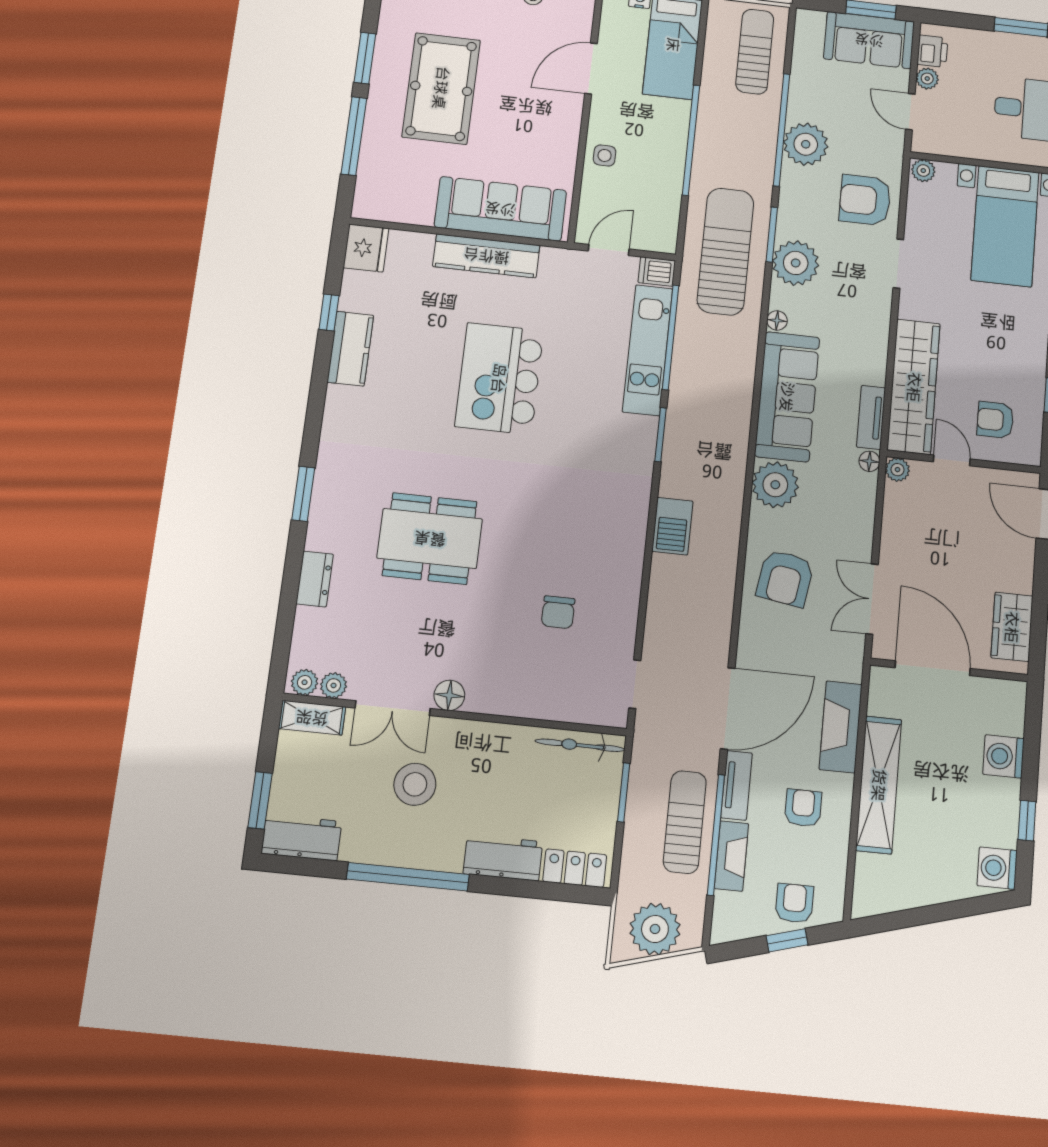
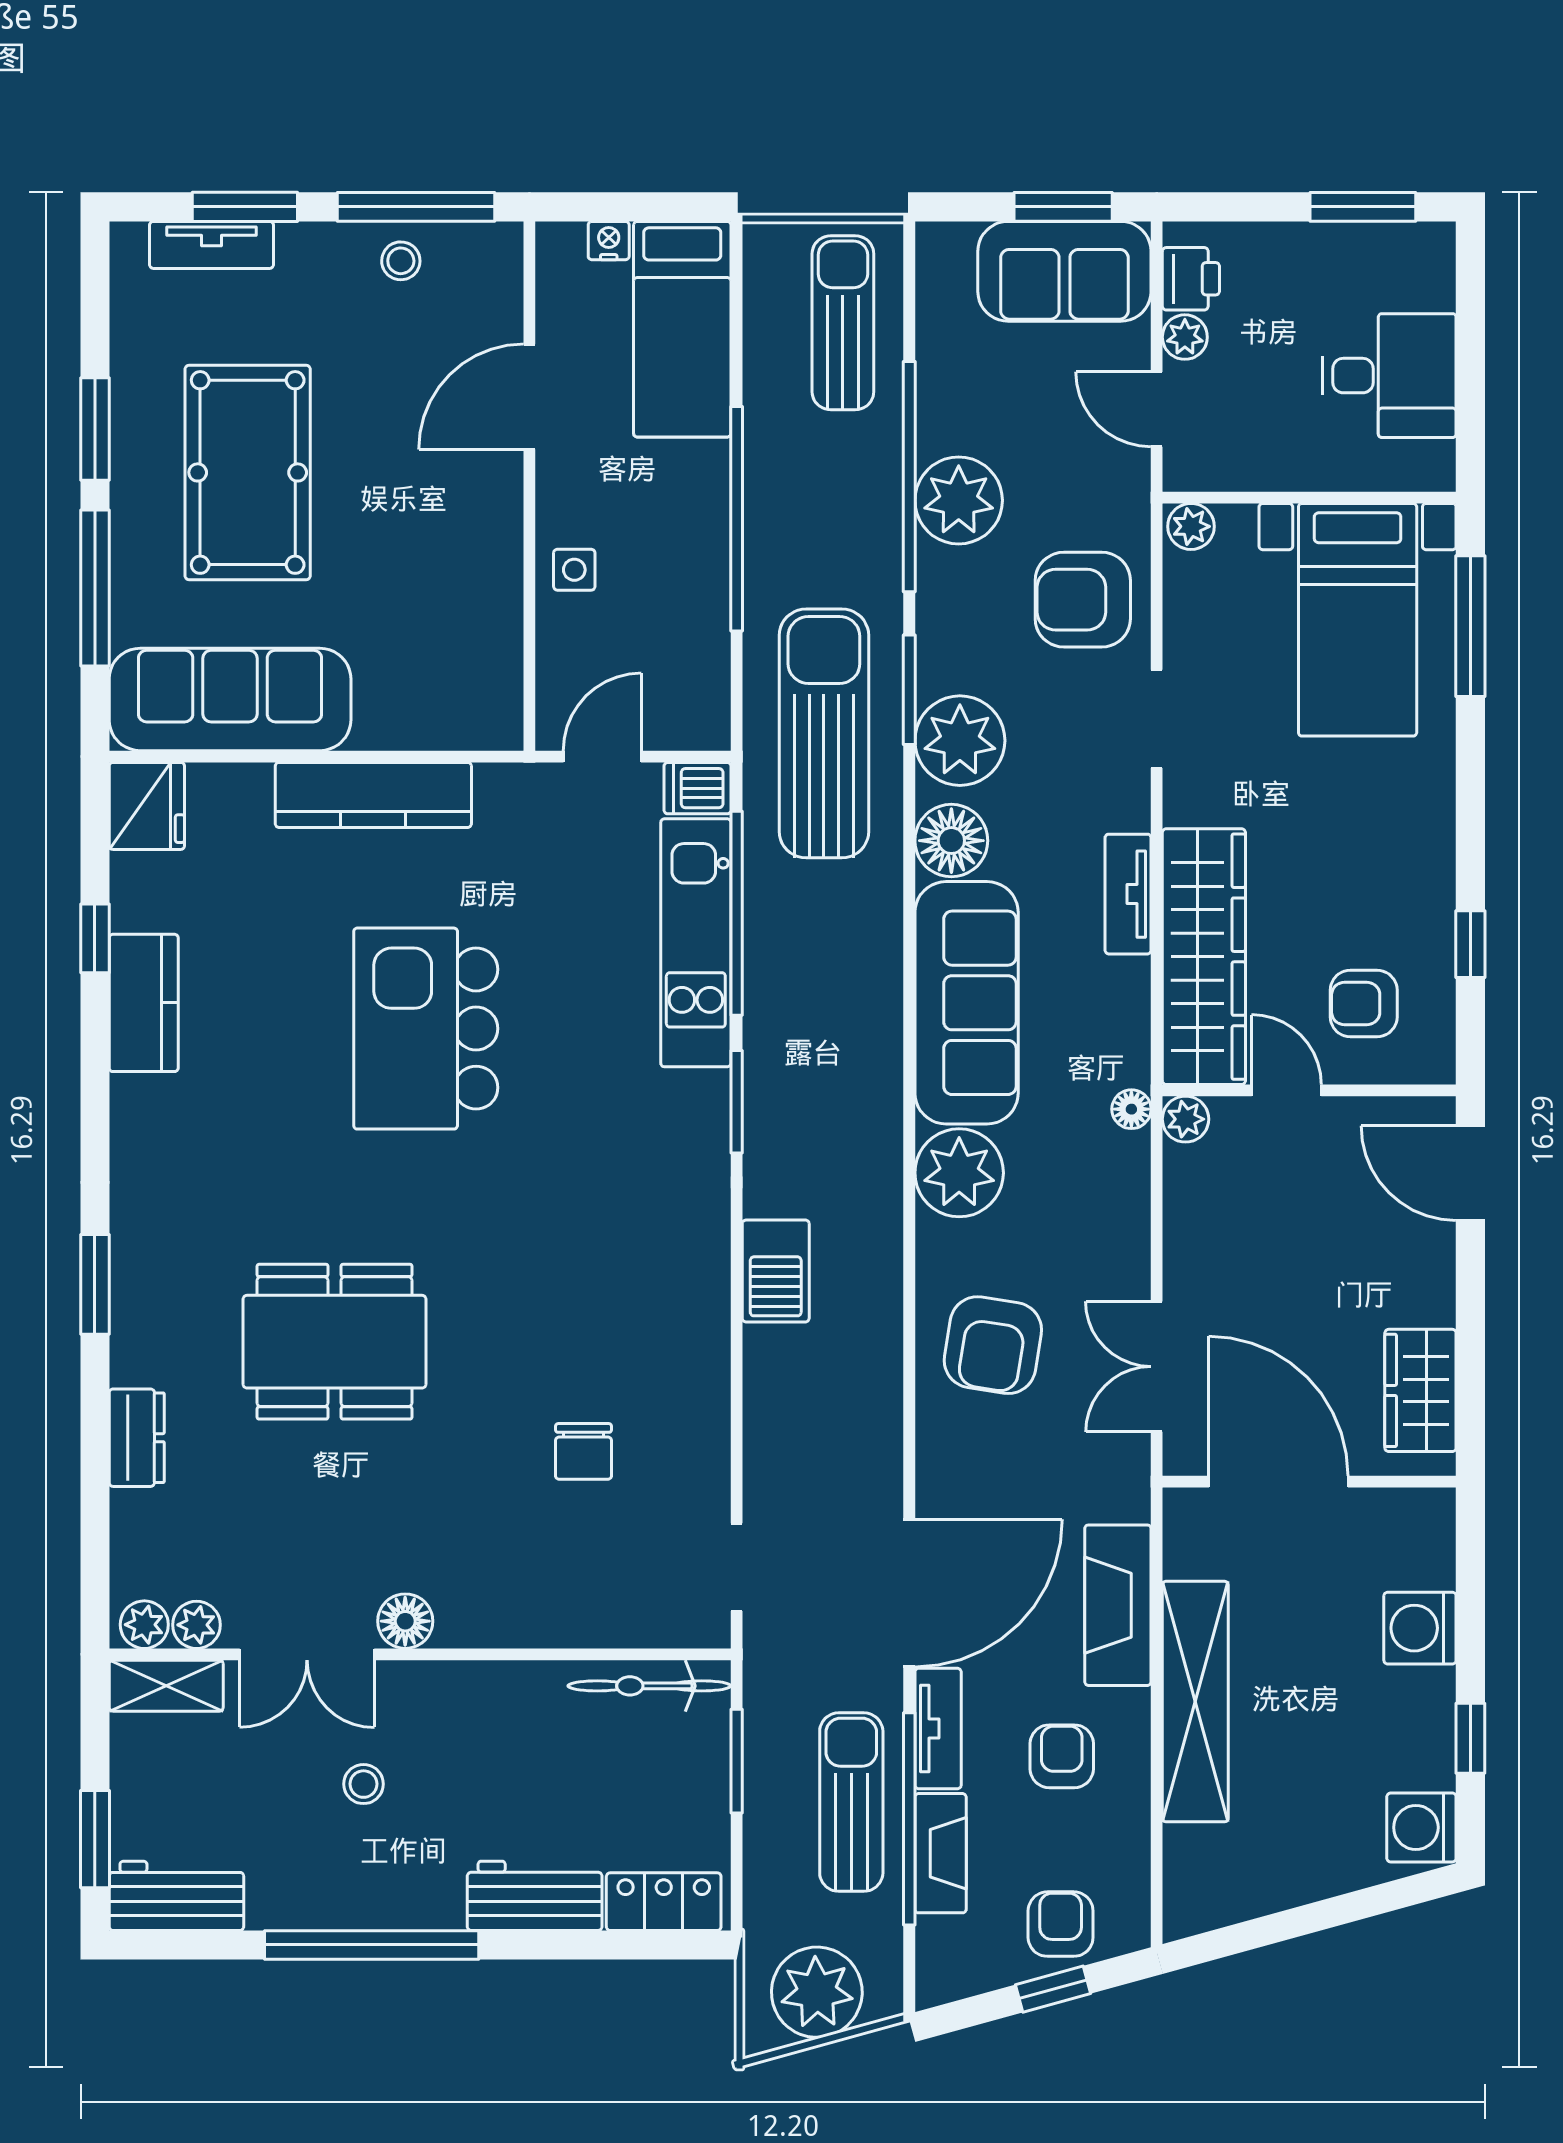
sofa: (500, 209) -> (230, 699), moved
floor lamp: (777, 320) -> (951, 841), width x1.89, depth x1.89
tv unit: (871, 417) -> (1128, 894), moved
stool: (415, 784) -> (364, 1784), width x0.53, depth x0.53

